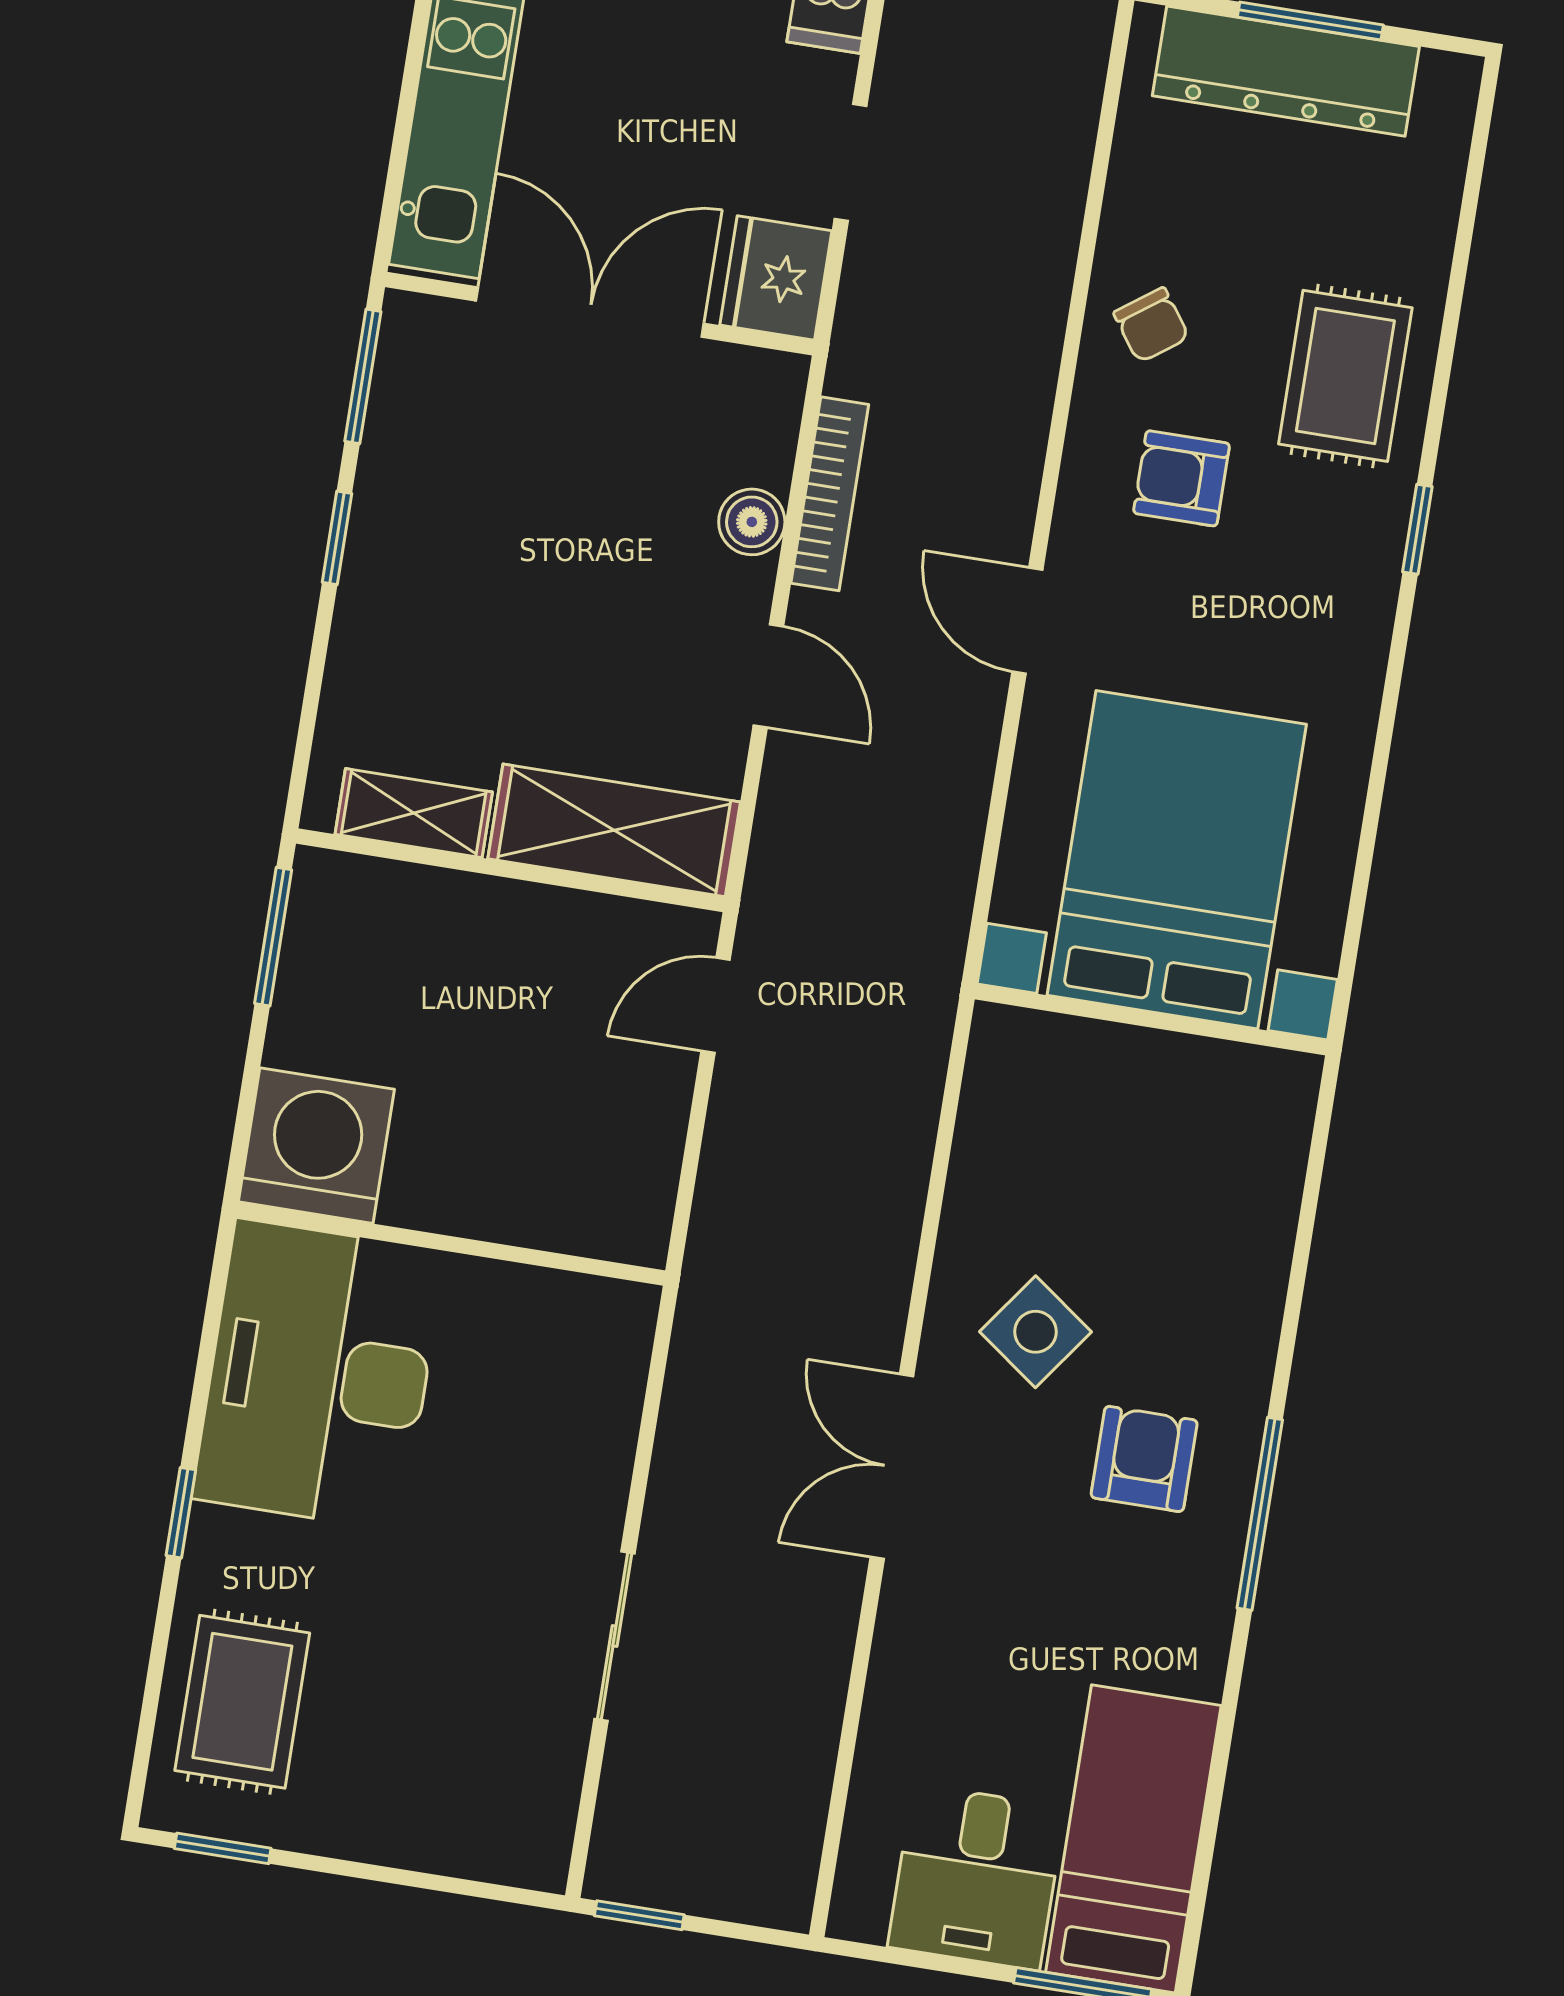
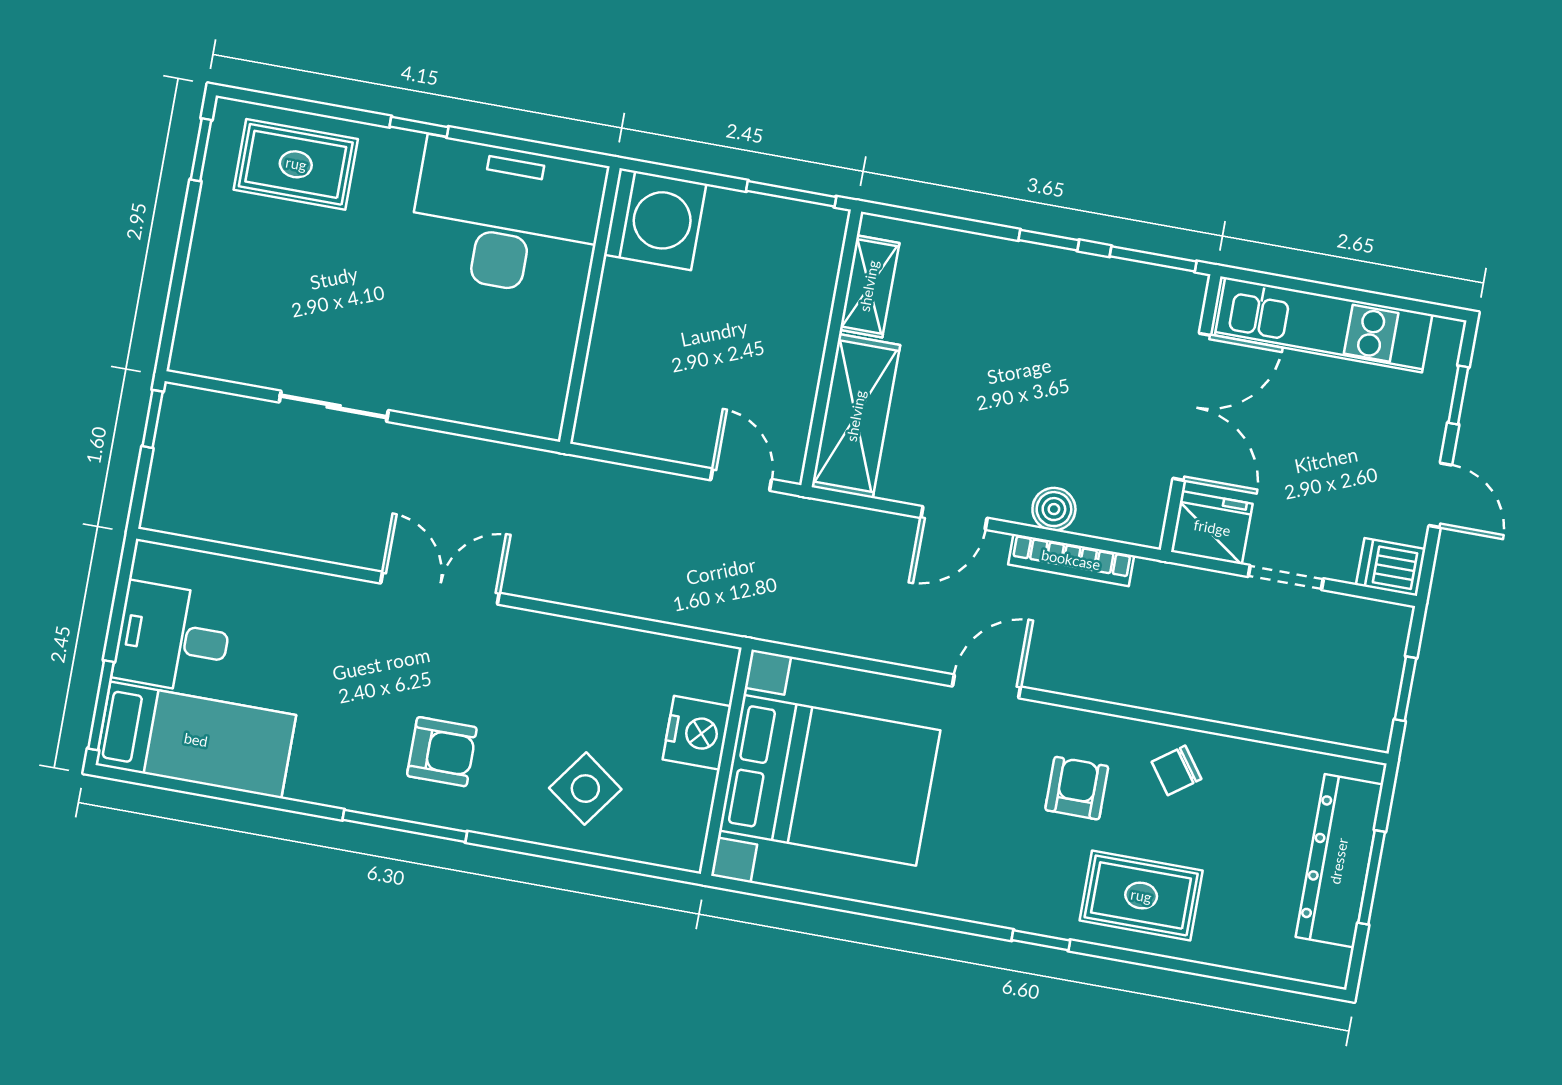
nightstand: (1107, 1066) -> (697, 733), added
side table: (1035, 1332) -> (585, 789), moved

